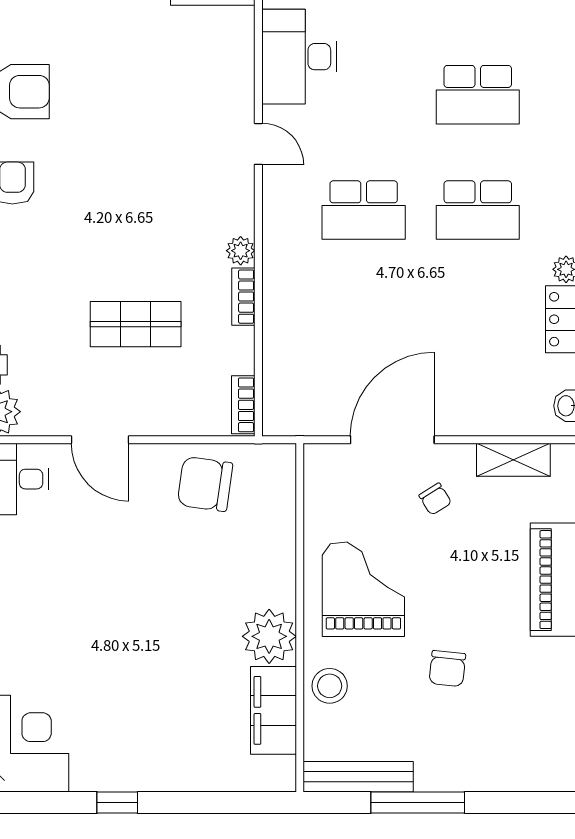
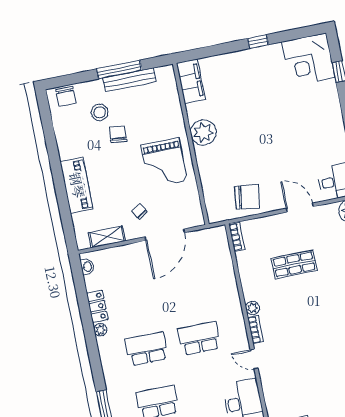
bookcase: (243, 297) -> (255, 329), moved
stool: (330, 686) -> (100, 112), moved
filing cabinet: (273, 710) -> (191, 81), moved
chair: (540, 770) -> (66, 96), added
bench: (358, 777) -> (130, 80), moved

